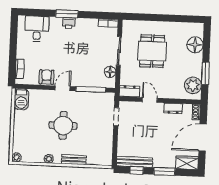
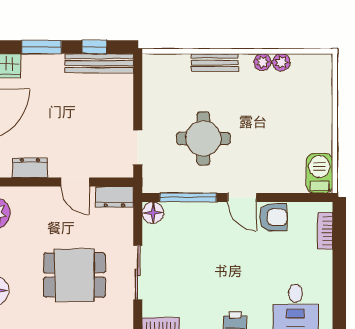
dining table: (152, 51) -> (75, 275), turned 90
floor lamp: (110, 72) -> (153, 213), moved
armchair: (47, 77) -> (273, 217), turned -90
door: (62, 88) -> (242, 197), hinge flipped
round table: (63, 125) -> (203, 139), moved
plant: (17, 157) -> (281, 62), moved

